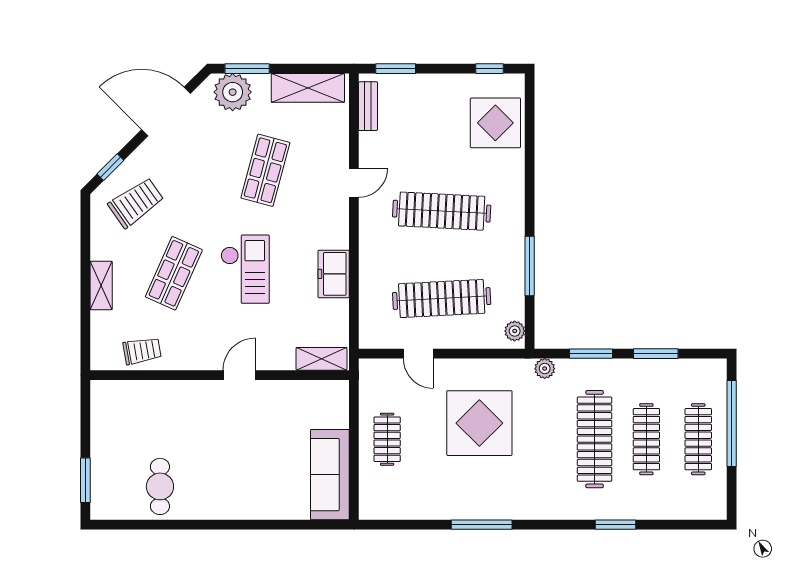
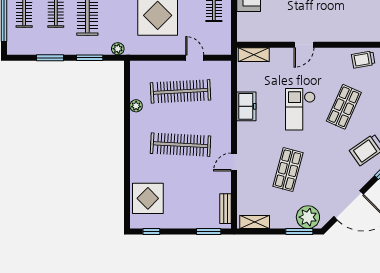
shelving: (308, 88) -> (255, 222), width x0.67, depth x0.75
window: (530, 266) -> (127, 111), removed
plant: (515, 331) -> (136, 106), moved

